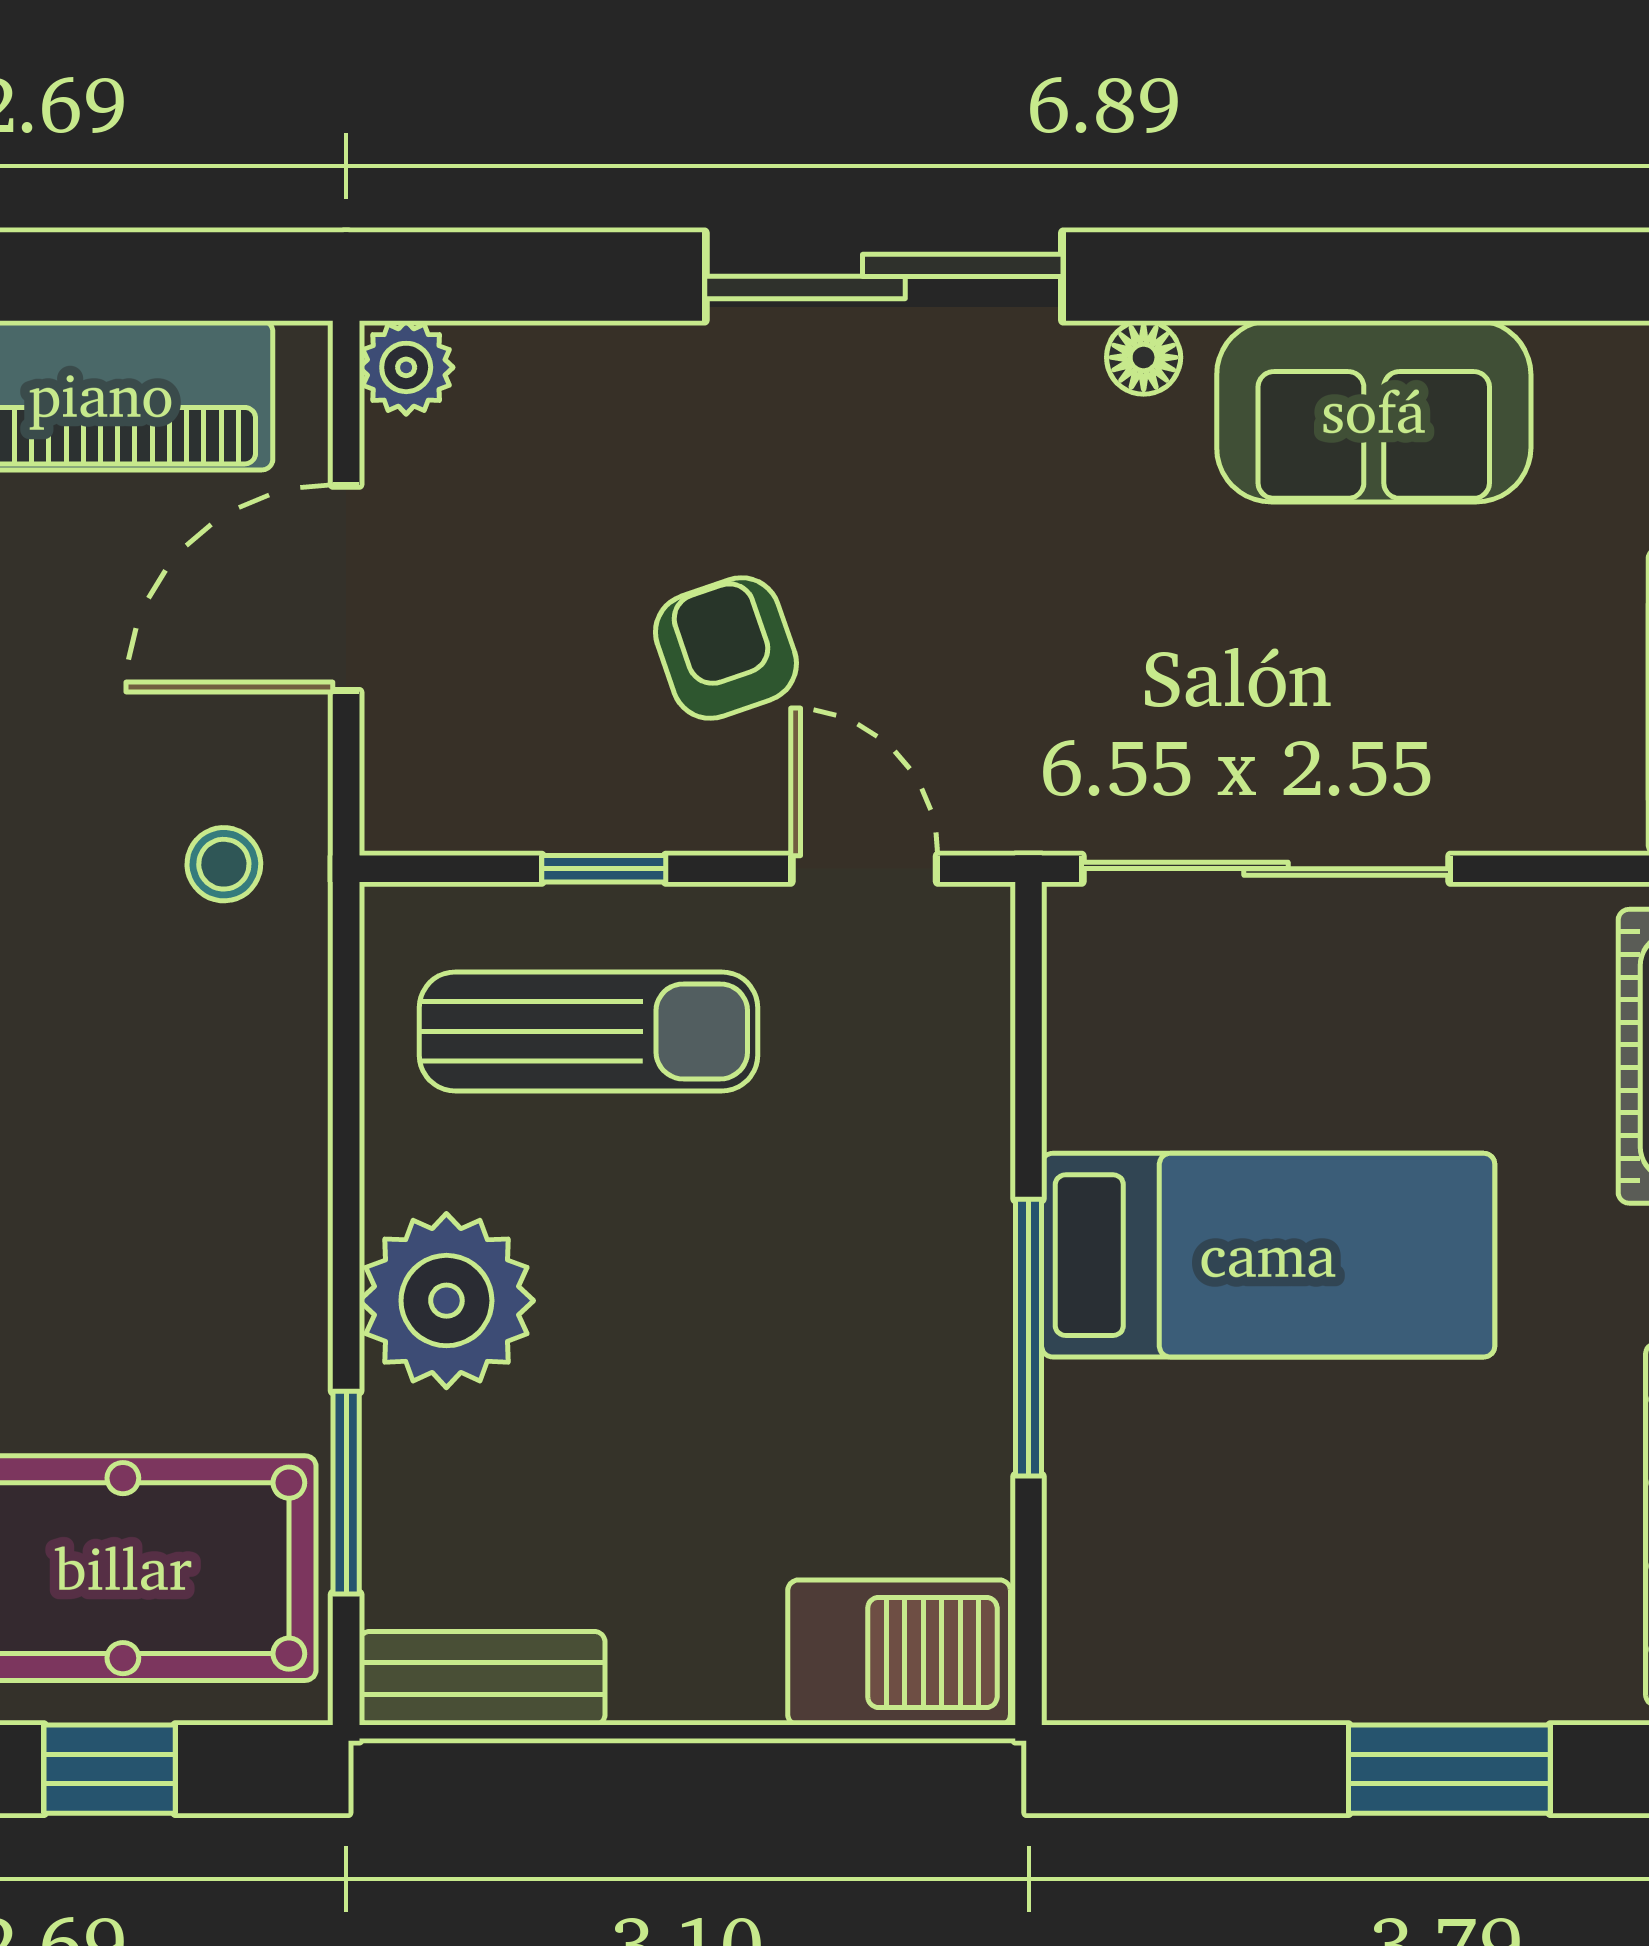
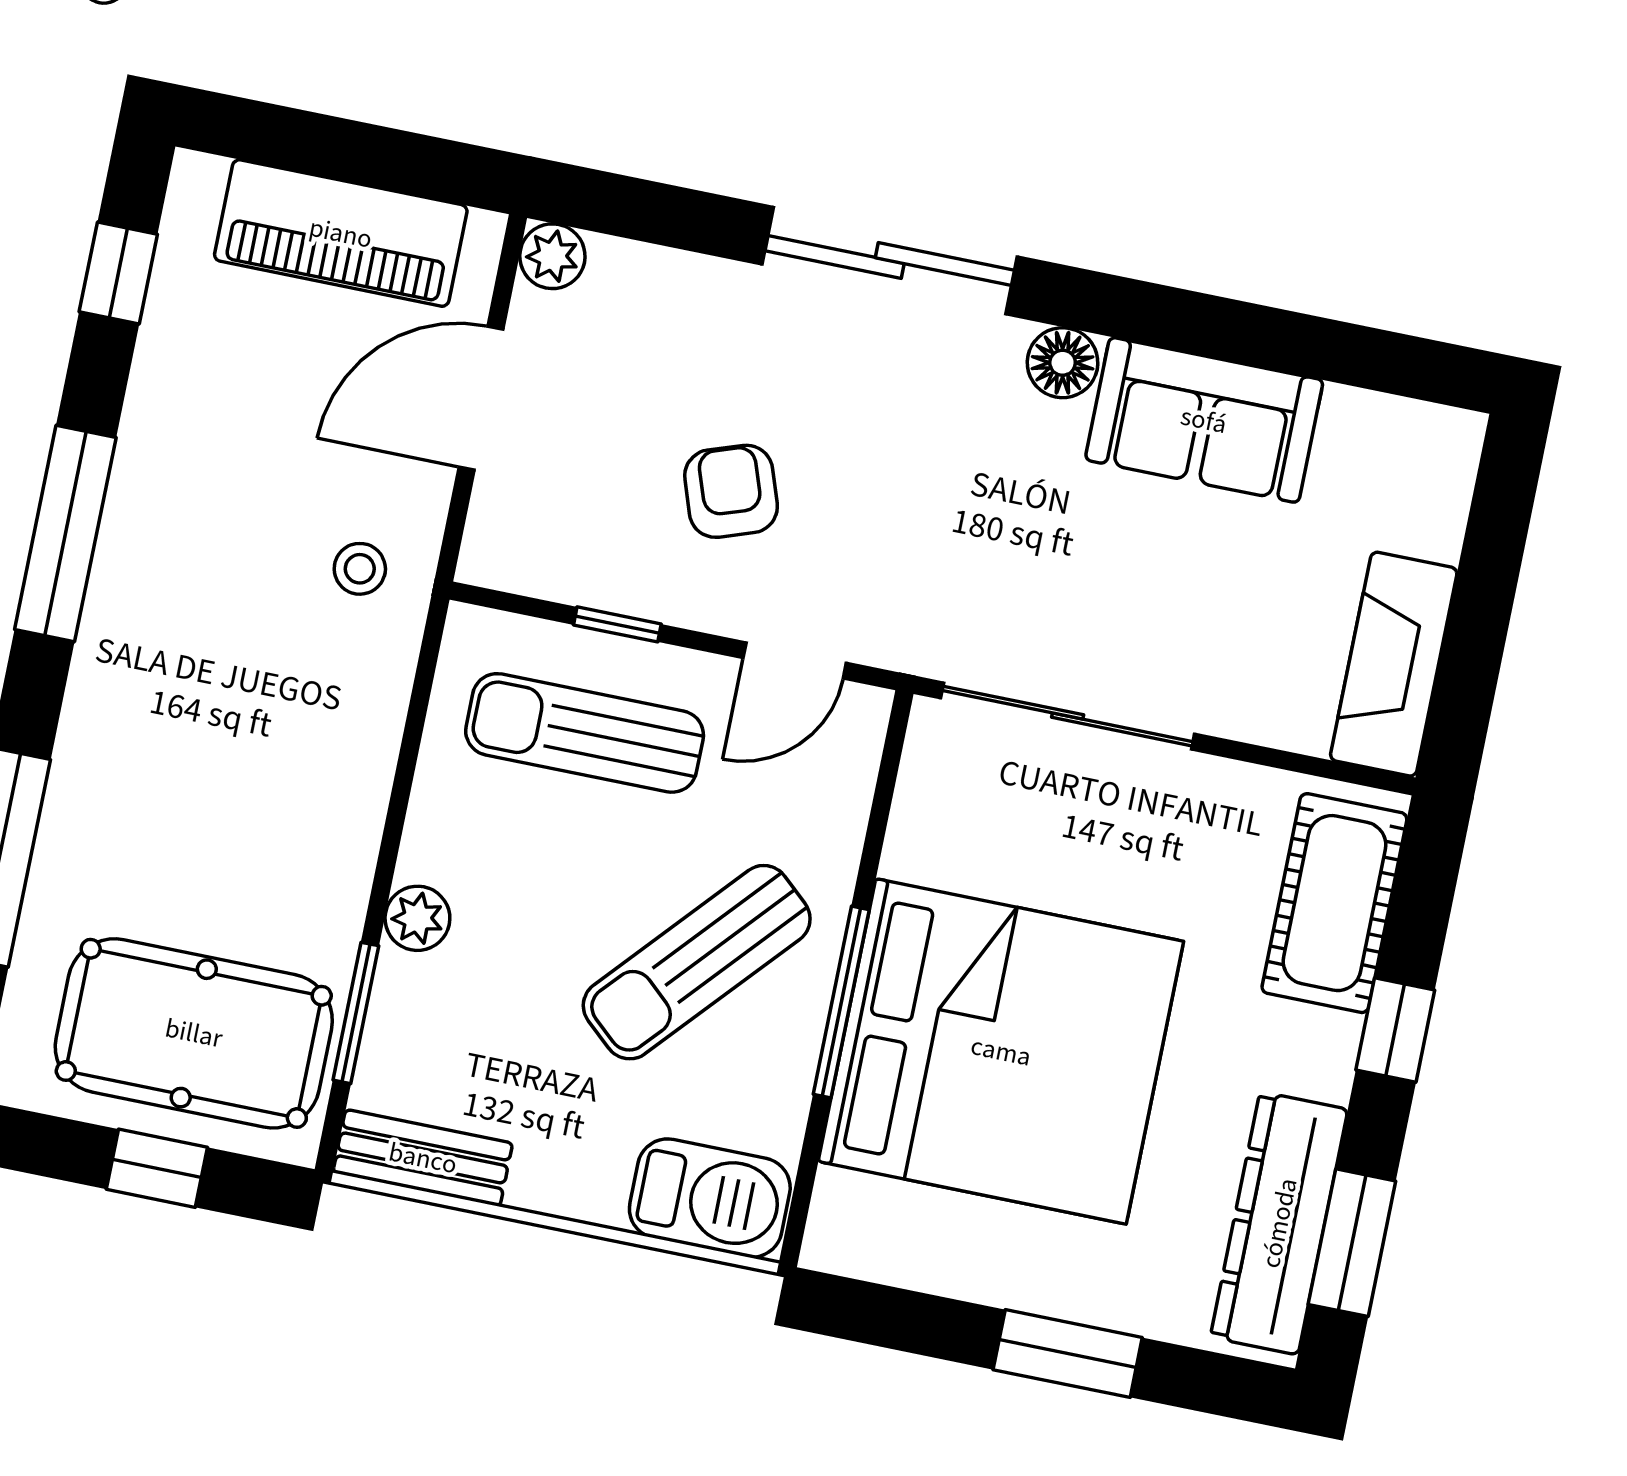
floor lamp: (1144, 357) -> (1063, 363), width x1.37, depth x1.37
door: (864, 869) -> (795, 660), swing flipped
sun lounger: (589, 1031) -> (585, 733), turned 180
bed: (1268, 1255) -> (1001, 1051), width x2.04
plant: (446, 1301) -> (417, 918), width x0.53, depth x0.53
sun lounger: (813, 1323) -> (697, 962), added

